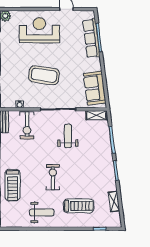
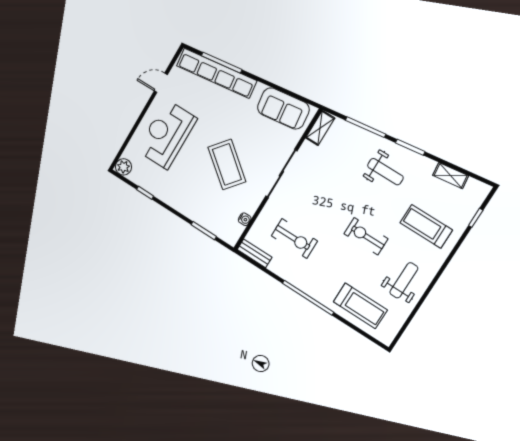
row of seats: (91, 38) -> (217, 73), width x1.36
coffee table: (44, 75) -> (227, 164), turned -59
exercise bike: (27, 125) -> (294, 238), moved
weight bench: (68, 136) -> (385, 172), moved, turned 180
treadmill: (13, 185) -> (360, 306), moved
treadmill: (79, 206) -> (426, 226), turned -90

